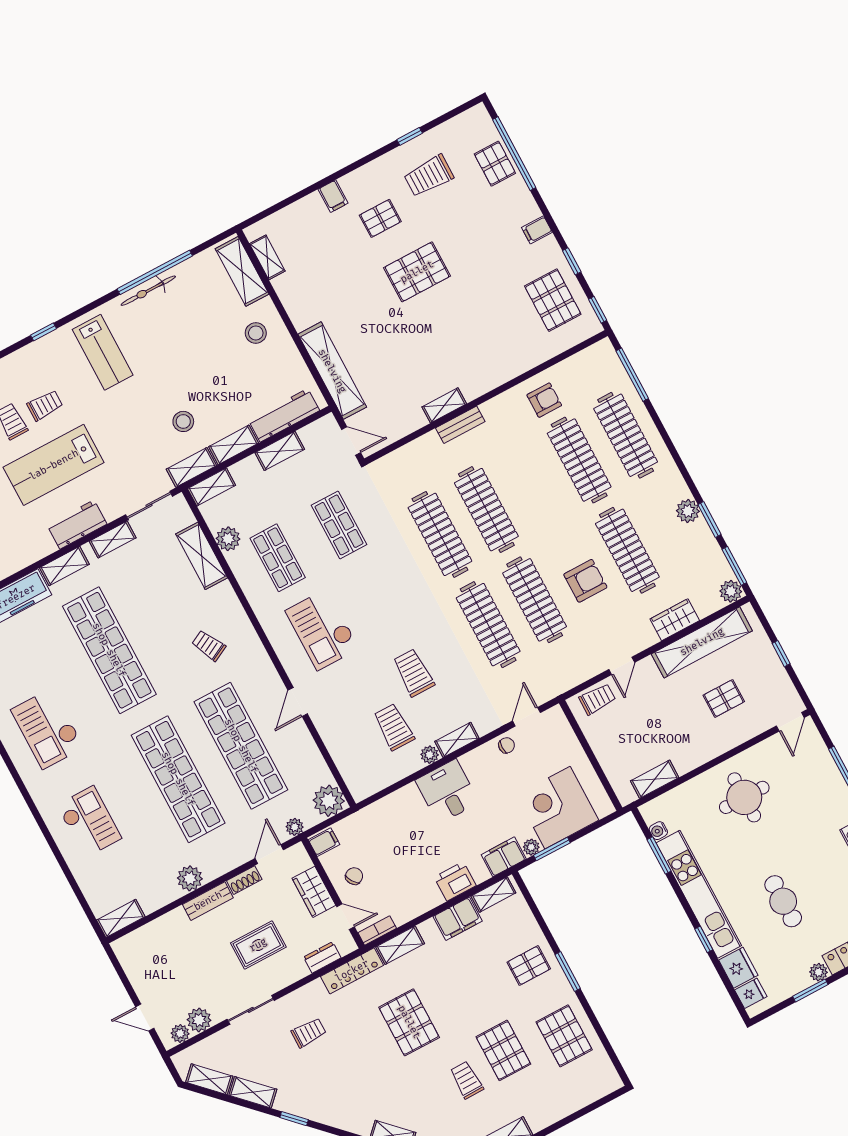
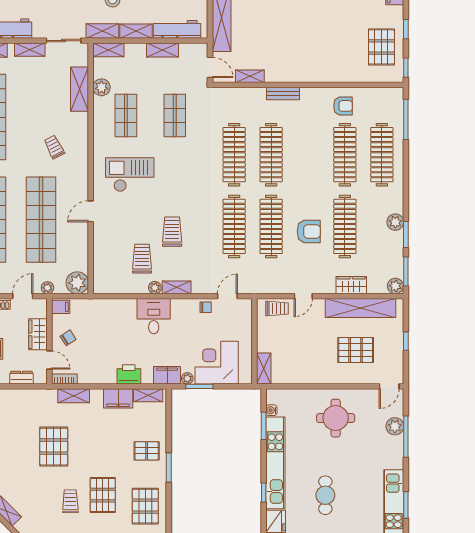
shelving: (444, 405) -> (250, 76), moved
checkout: (322, 630) -> (130, 175), turned 90
pallet: (724, 698) -> (356, 350), width x1.50, depth x1.42
plant: (824, 768) -> (395, 426), added
shelving: (655, 779) -> (264, 369), moved, turned 90
locker: (352, 971) -> (35, 396), removed

